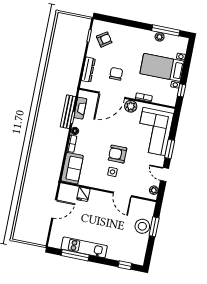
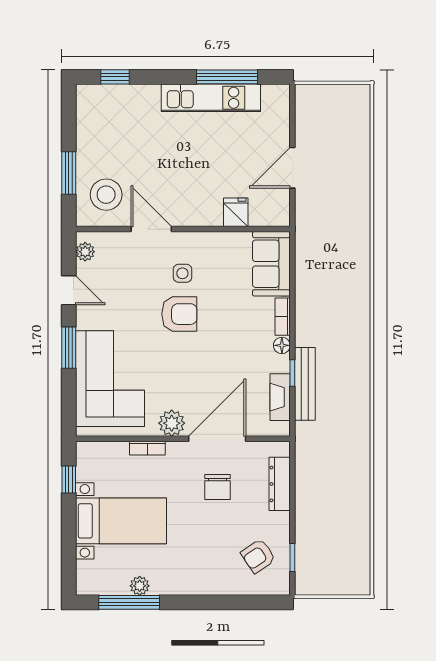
stool: (142, 226) -> (106, 195), moved

